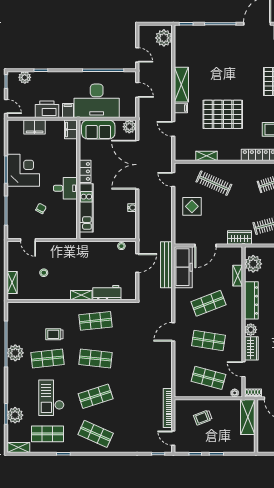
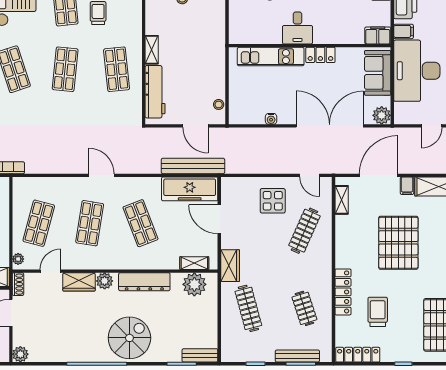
door: (173, 129) -> (379, 175), width x1.87
shelving: (207, 156) -> (342, 200), moved
door: (173, 179) -> (310, 175), swing flipped
shelving: (238, 276) -> (194, 263), moved
workbench: (107, 293) -> (155, 92), width x1.38

